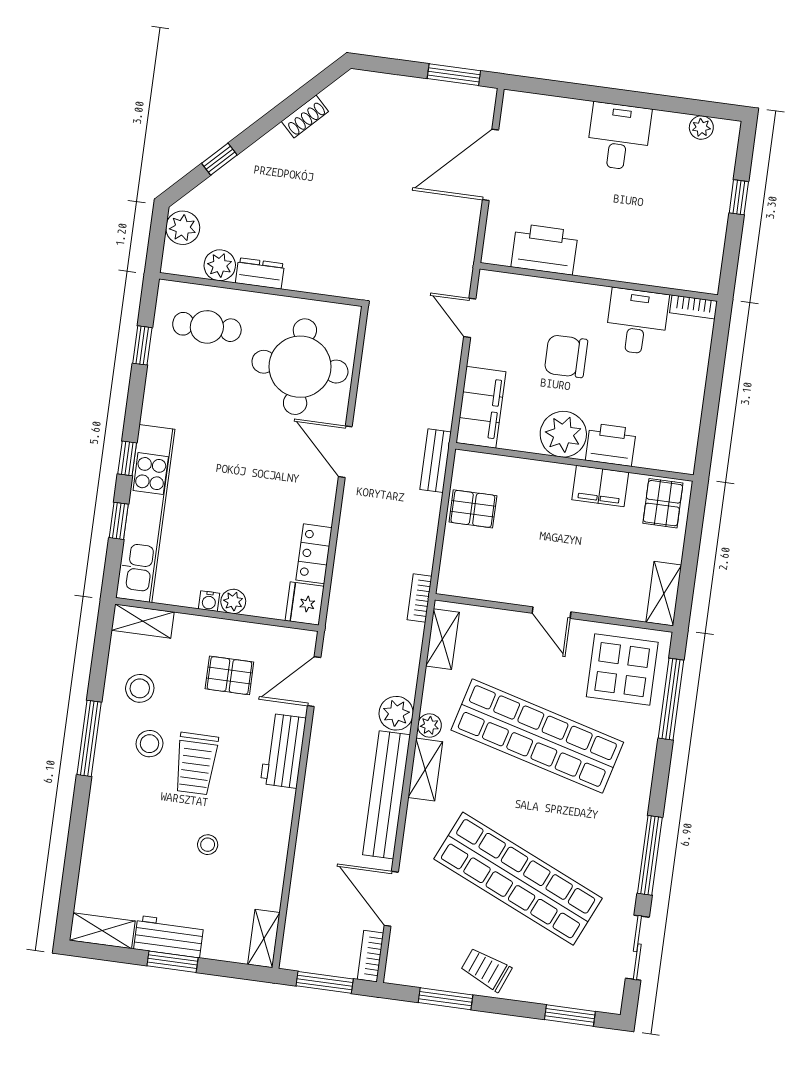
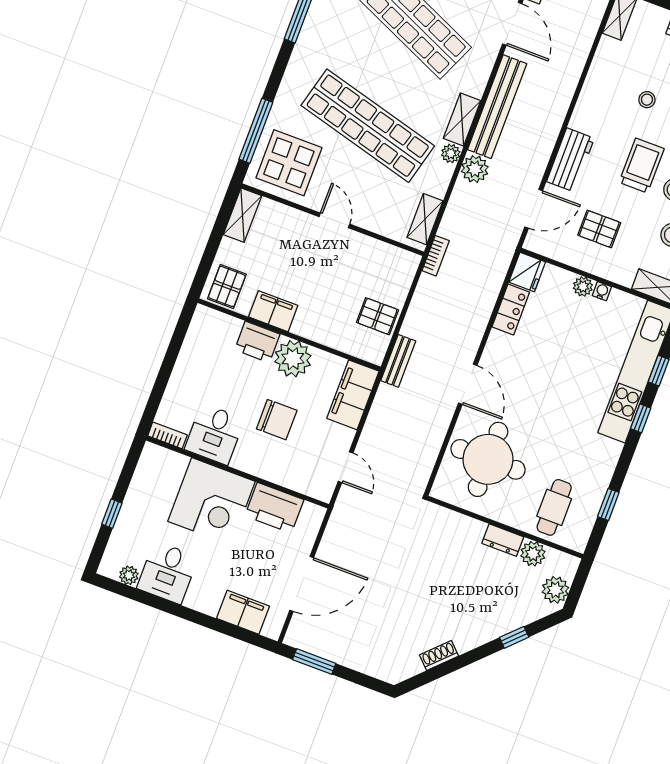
filing cabinet: (553, 114) -> (243, 612), added
desk: (619, 137) -> (168, 573), moved
corner desk: (622, 240) -> (212, 501), added
cafe table: (207, 327) -> (554, 507), turned 90

